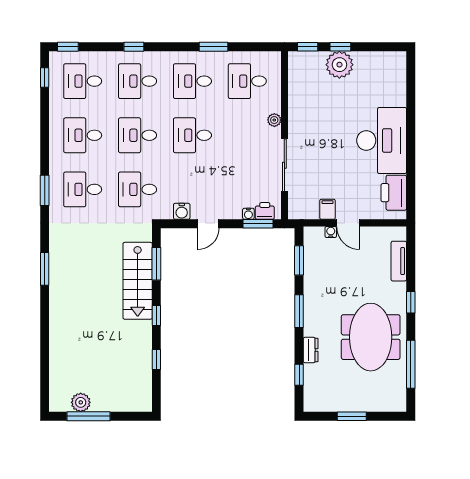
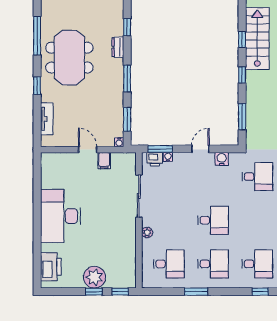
desk: (138, 135) -> (257, 220), removed
printer: (394, 193) -> (51, 267), moved
water cooler: (331, 232) -> (119, 142), moved
stairs: (138, 281) -> (257, 39), moved

